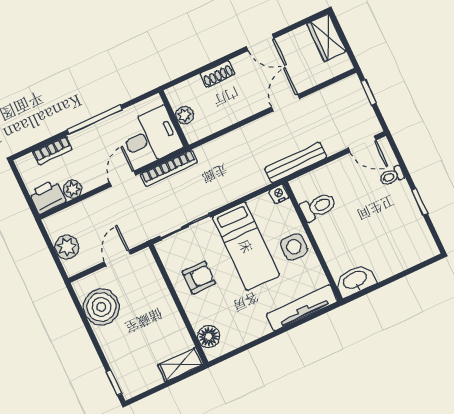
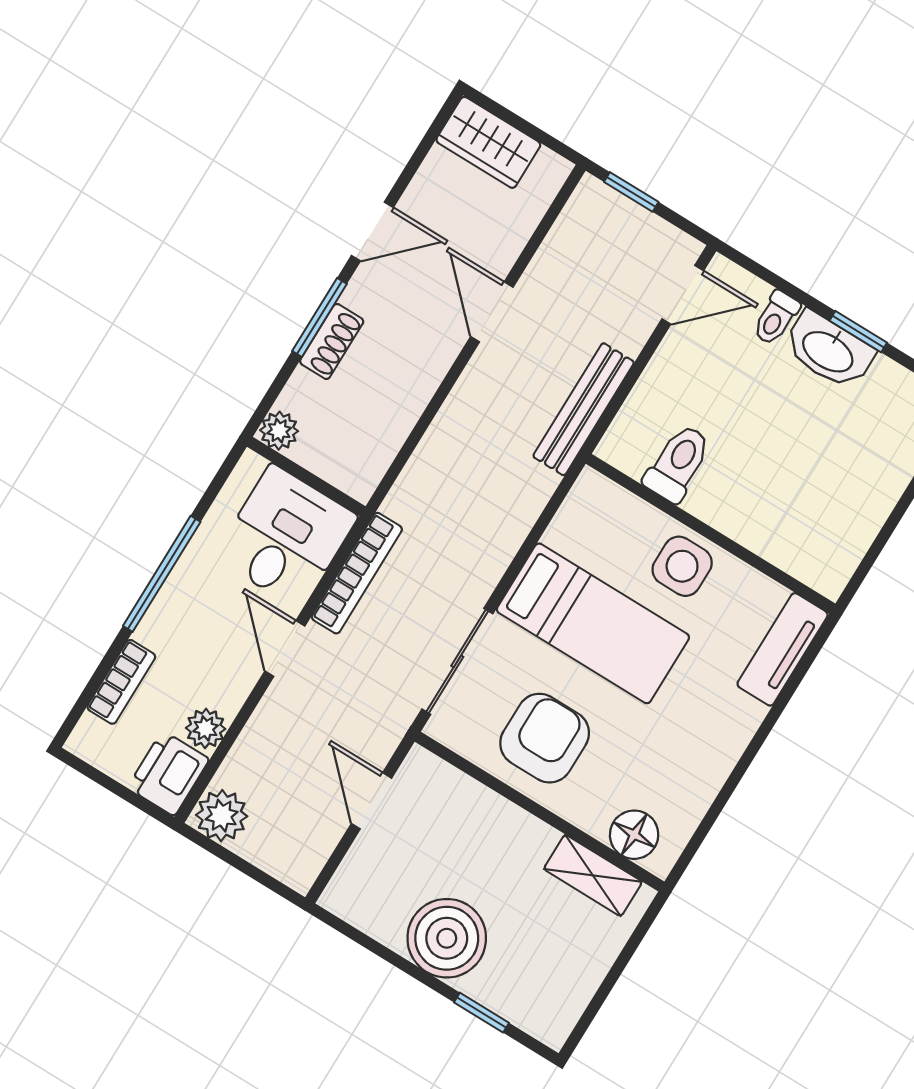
window: (219, 62) -> (320, 317), added
plant: (185, 115) -> (279, 431), moved
nightstand: (279, 194) -> (591, 487), removed
plant: (67, 247) -> (222, 816), moved
armchair: (199, 278) -> (545, 738), width x1.38, depth x1.38
washbasin: (355, 281) -> (829, 350), moved, turned -90
boiler: (101, 307) -> (447, 938), moved
tv unit: (302, 308) -> (783, 649), width x0.71
shelving: (181, 364) -> (593, 875), moved, turned 90
window: (114, 383) -> (482, 1013), moved

